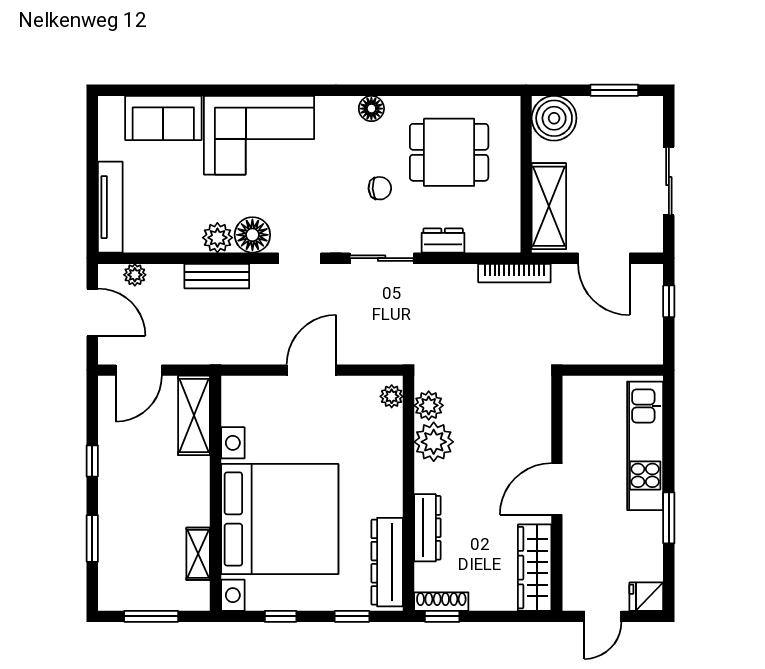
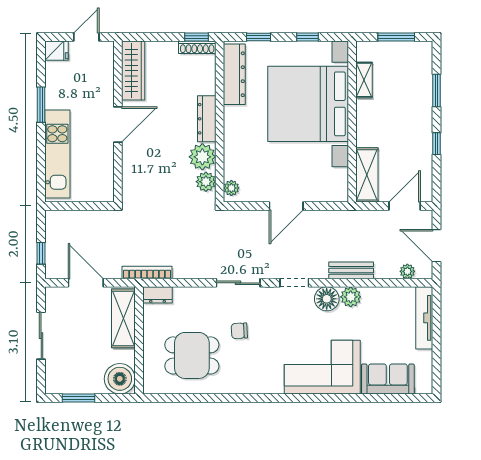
floor lamp: (371, 109) -> (245, 385), removed
dresser: (443, 241) -> (158, 295), moved
dresser: (427, 528) -> (207, 119), moved

